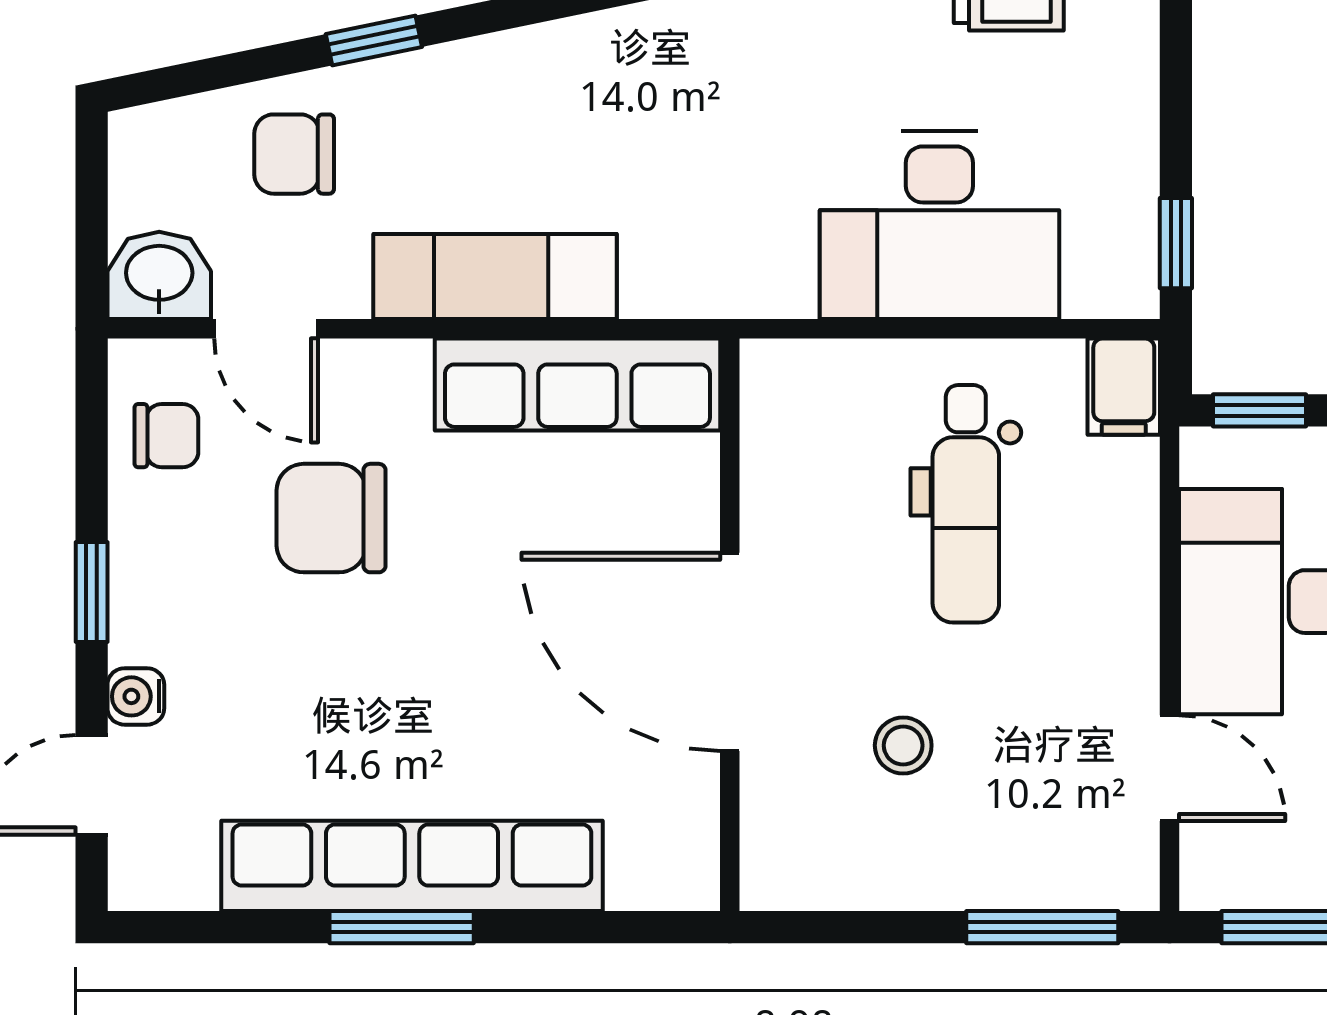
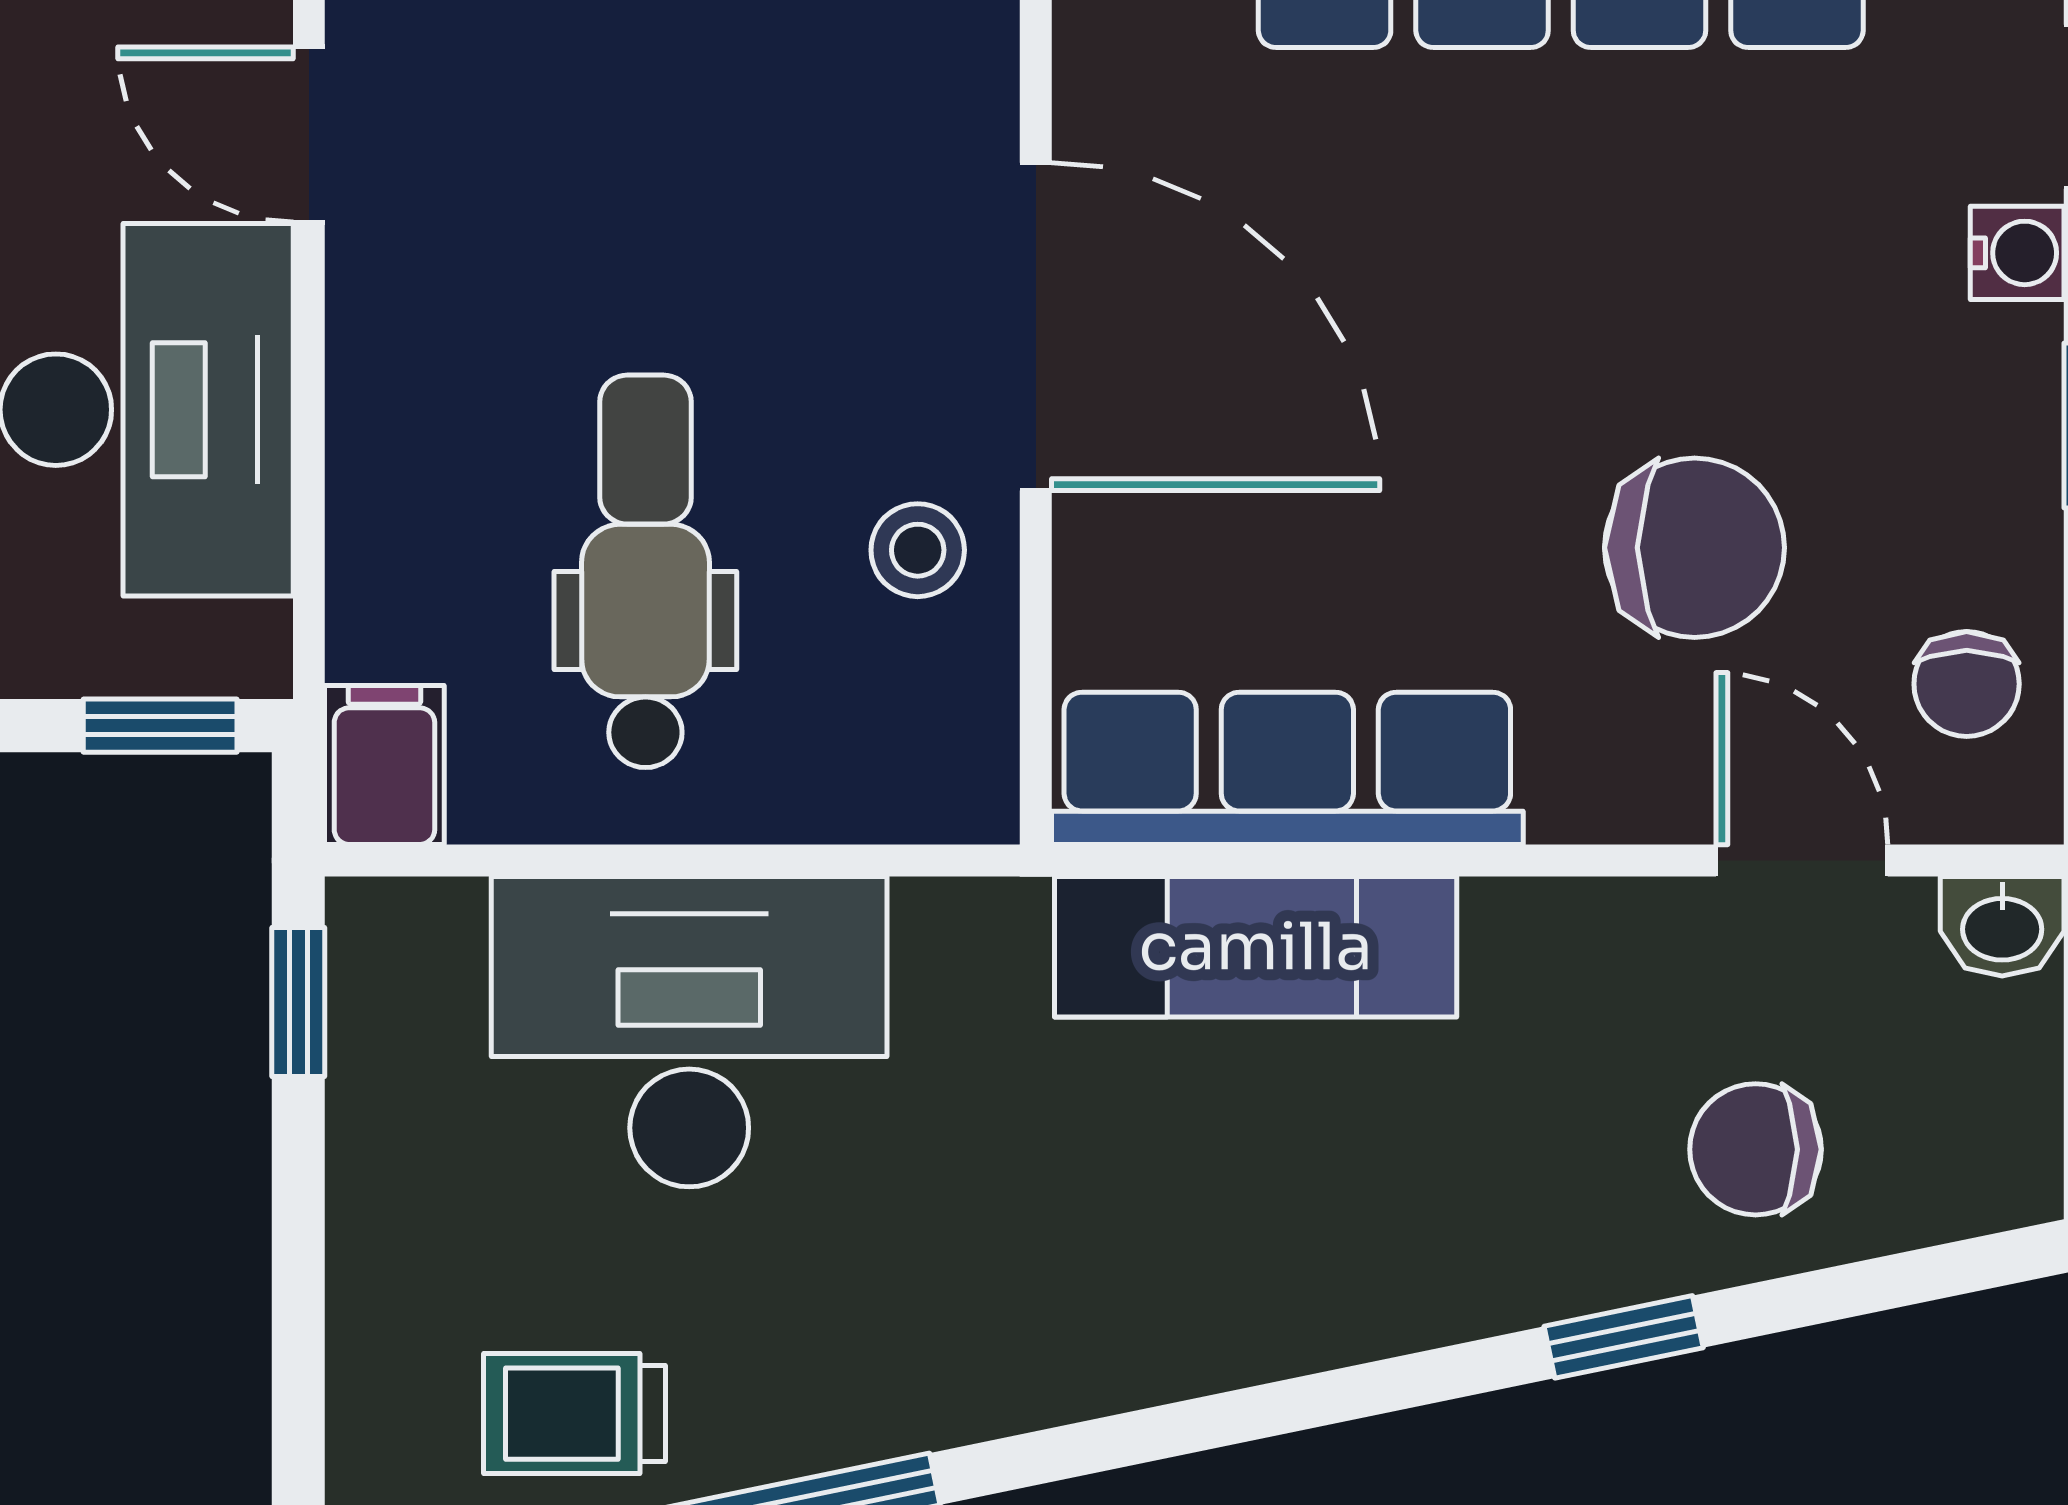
chair: (294, 154) -> (1756, 1149), turned 180
washbasin: (159, 275) -> (2002, 926), width x0.72, depth x0.69
exam couch: (495, 277) -> (1256, 947), moved
chair: (166, 436) -> (1967, 684), turned -90
stool: (903, 745) -> (918, 550), moved

